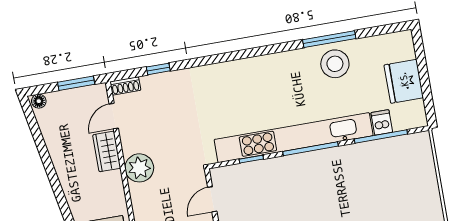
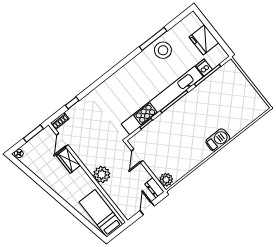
plant: (139, 168) -> (102, 174), moved

